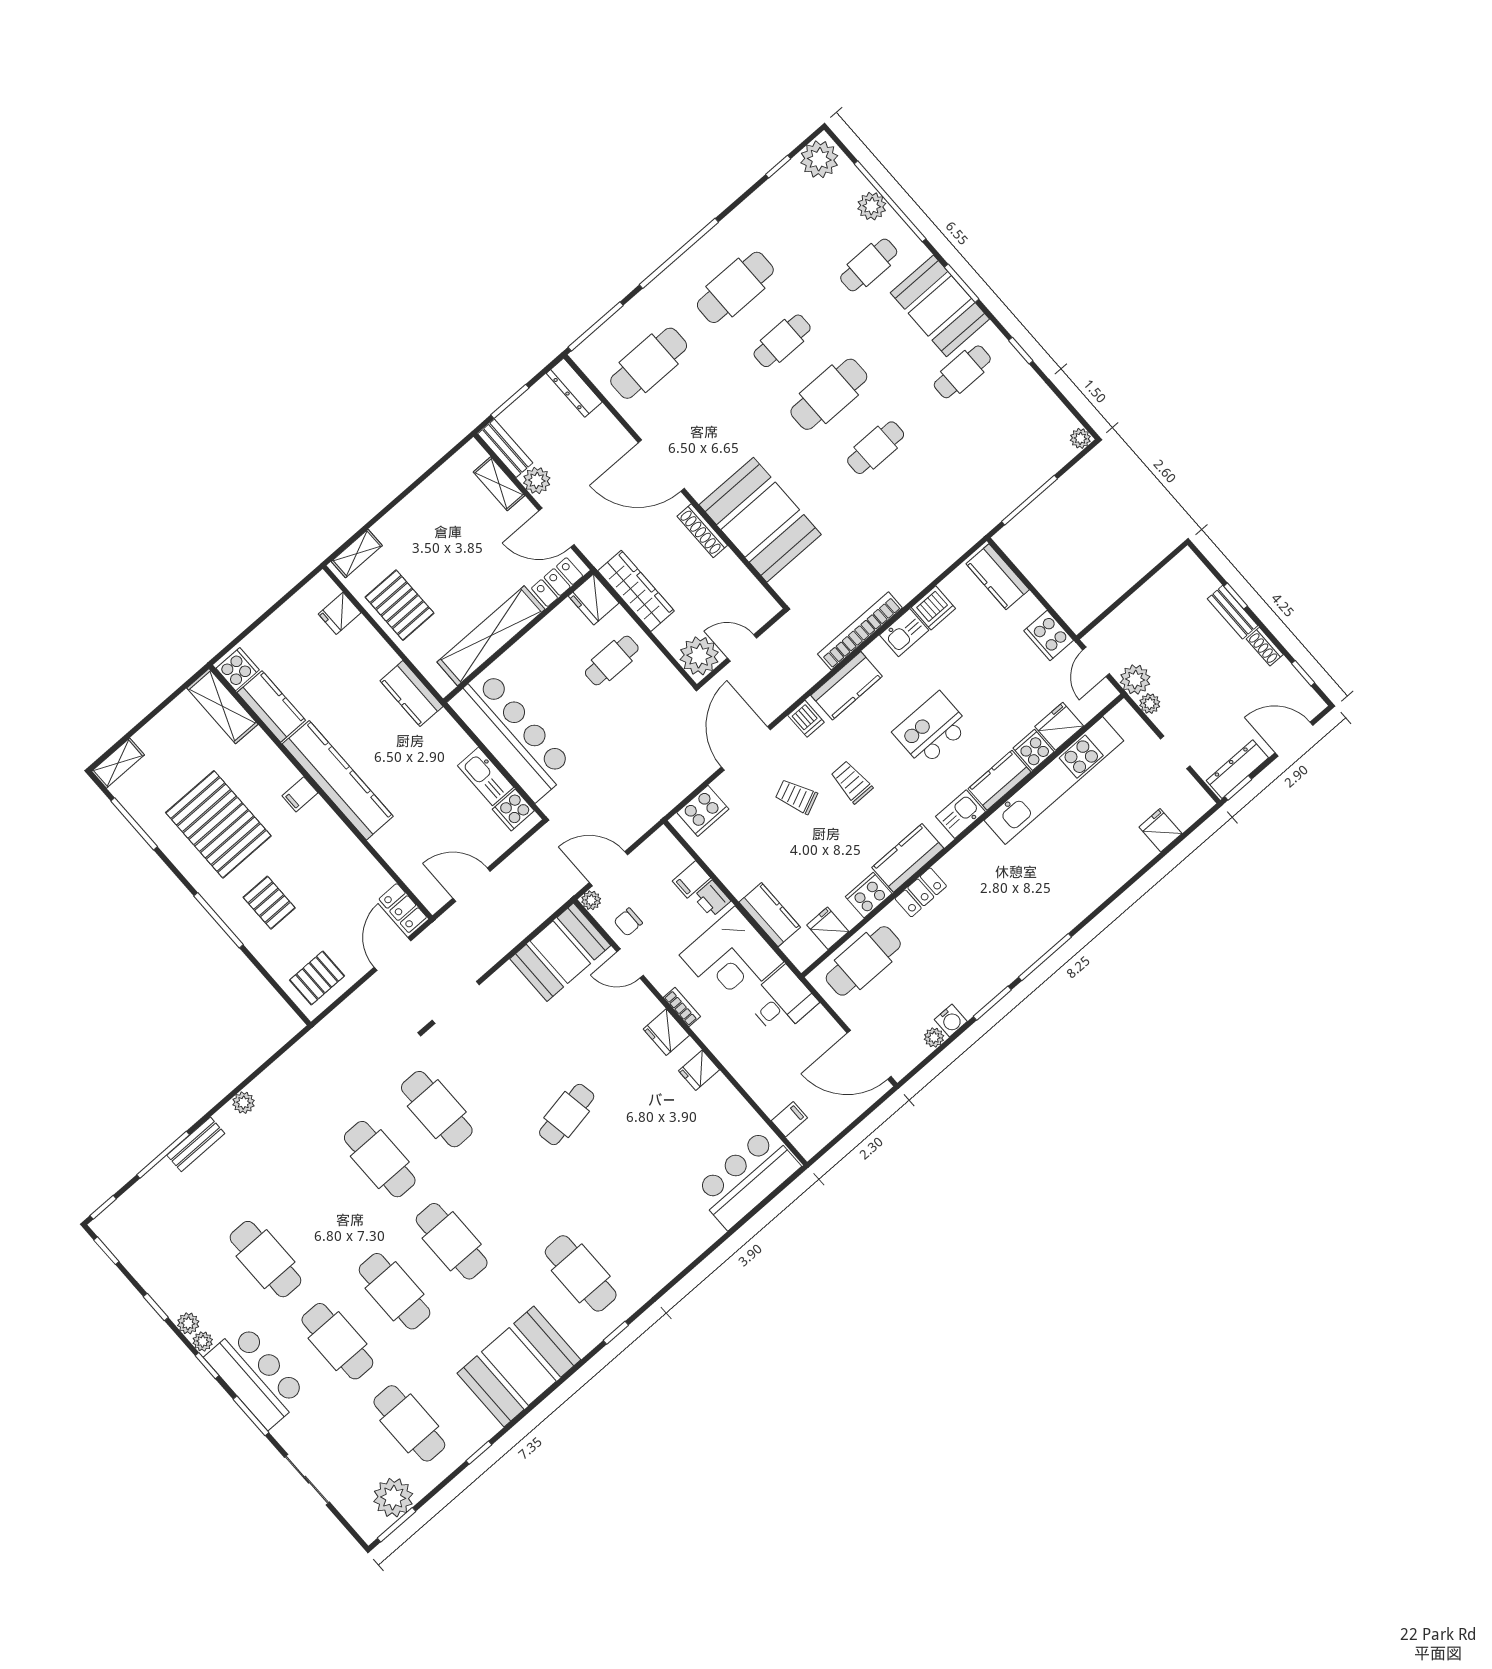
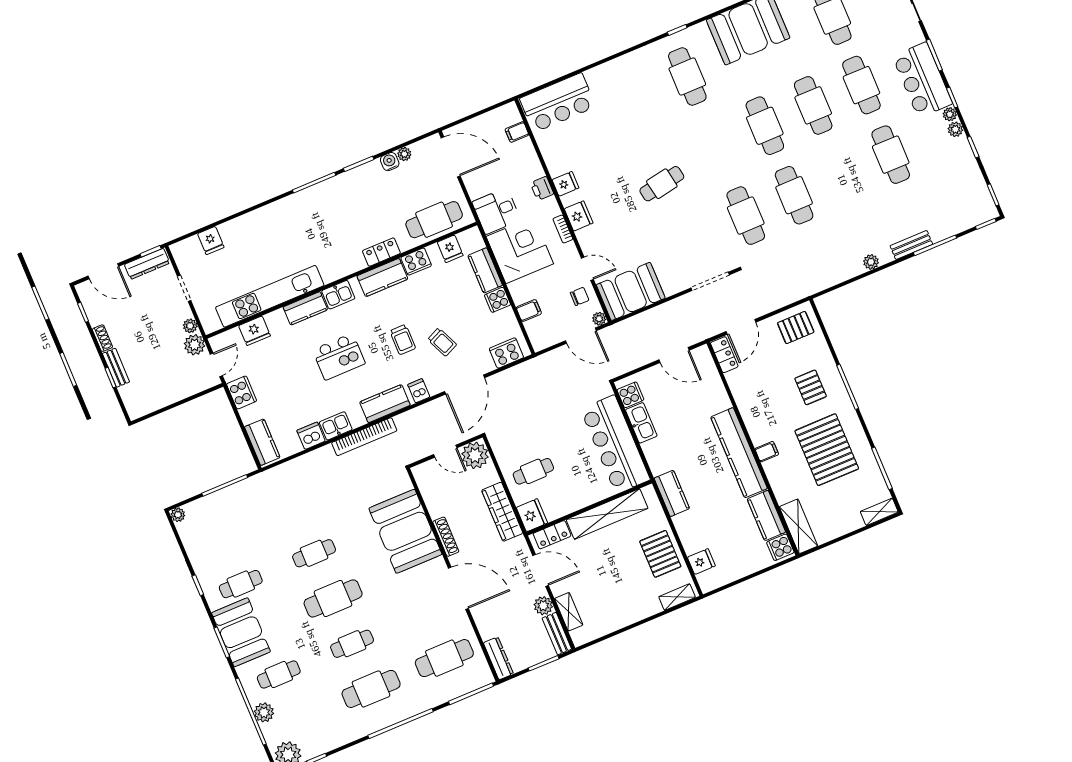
cooker: (1033, 750) -> (497, 300), moved, turned 90
printer: (712, 899) -> (542, 188), moved, turned 180

